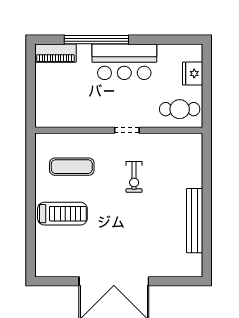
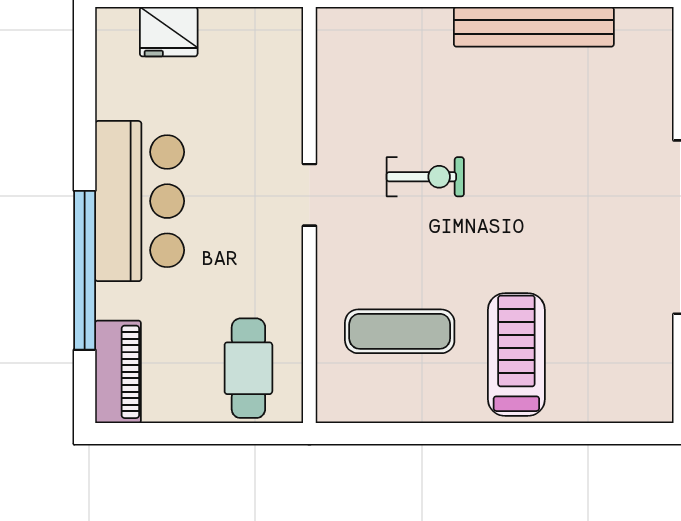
cafe table: (180, 109) -> (248, 368), moved
exercise mat: (72, 167) -> (400, 331), turned 90

